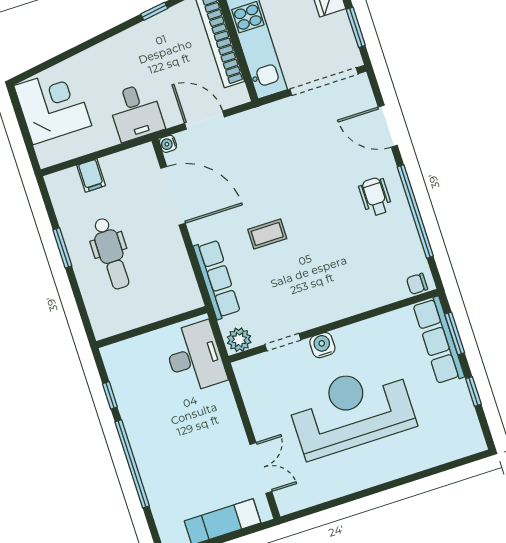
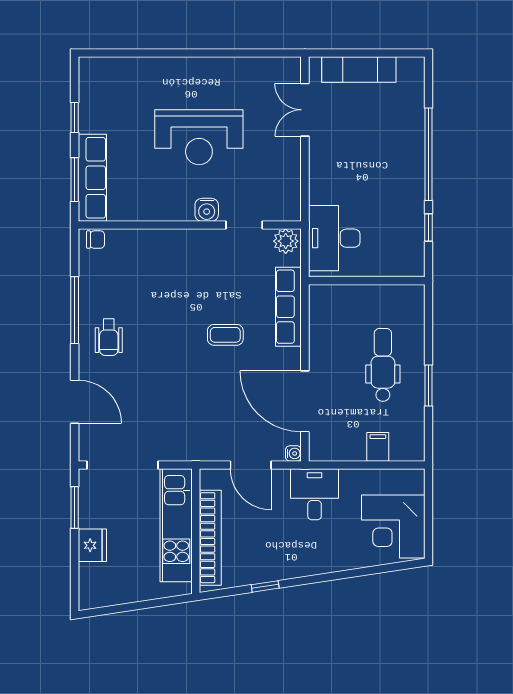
window: (415, 212) -> (75, 310), width x0.68
reception desk: (351, 410) -> (199, 137), width x0.74, depth x0.77

